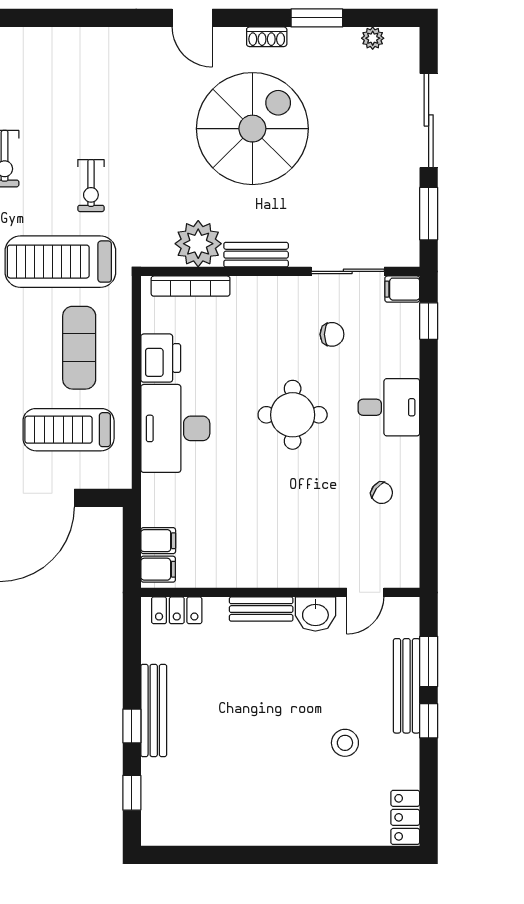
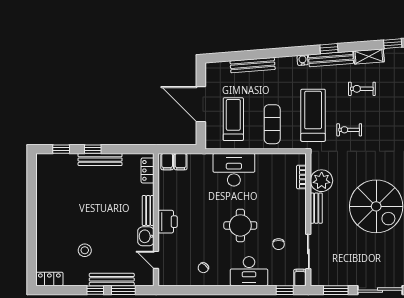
bookcase: (191, 286) -> (301, 177), width x0.64
exercise mat: (79, 348) -> (272, 124), turned 90
printer: (161, 358) -> (168, 222), moved, turned -90
desk: (389, 407) -> (249, 271), width x1.37

